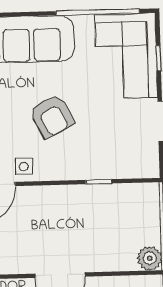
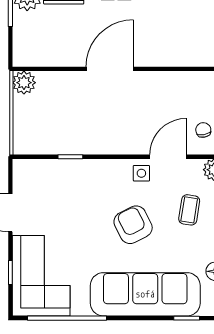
armchair: (52, 116) -> (133, 225), moved

